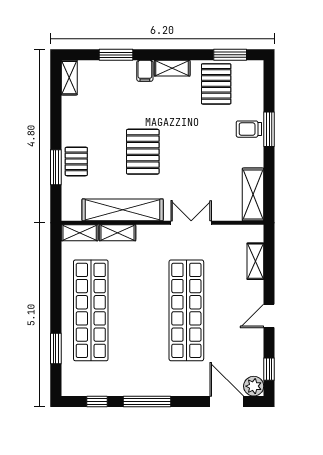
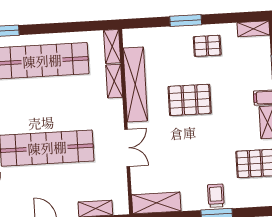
pallet: (76, 161) -> (207, 46), moved
window: (56, 167) -> (186, 20), moved

